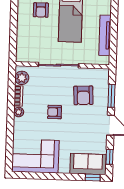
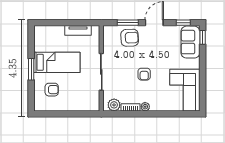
tv unit: (105, 35) -> (78, 30), width x0.71
armchair: (83, 95) -> (130, 38), moved

